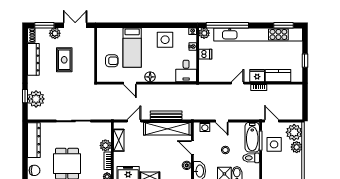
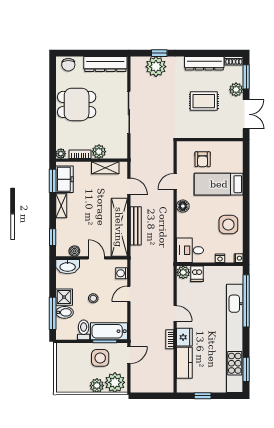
plant: (204, 33) -> (183, 272), moved
dishwasher: (205, 54) -> (197, 274), moved
door: (192, 147) -> (96, 258), hinge flipped

